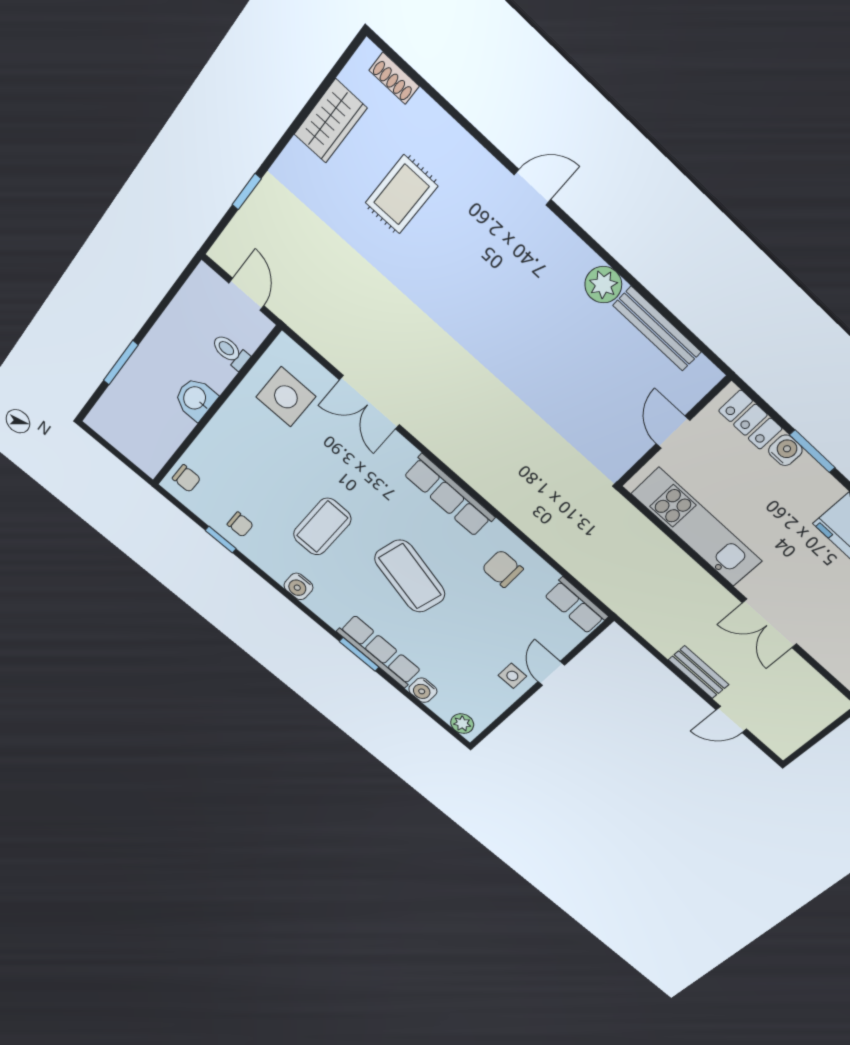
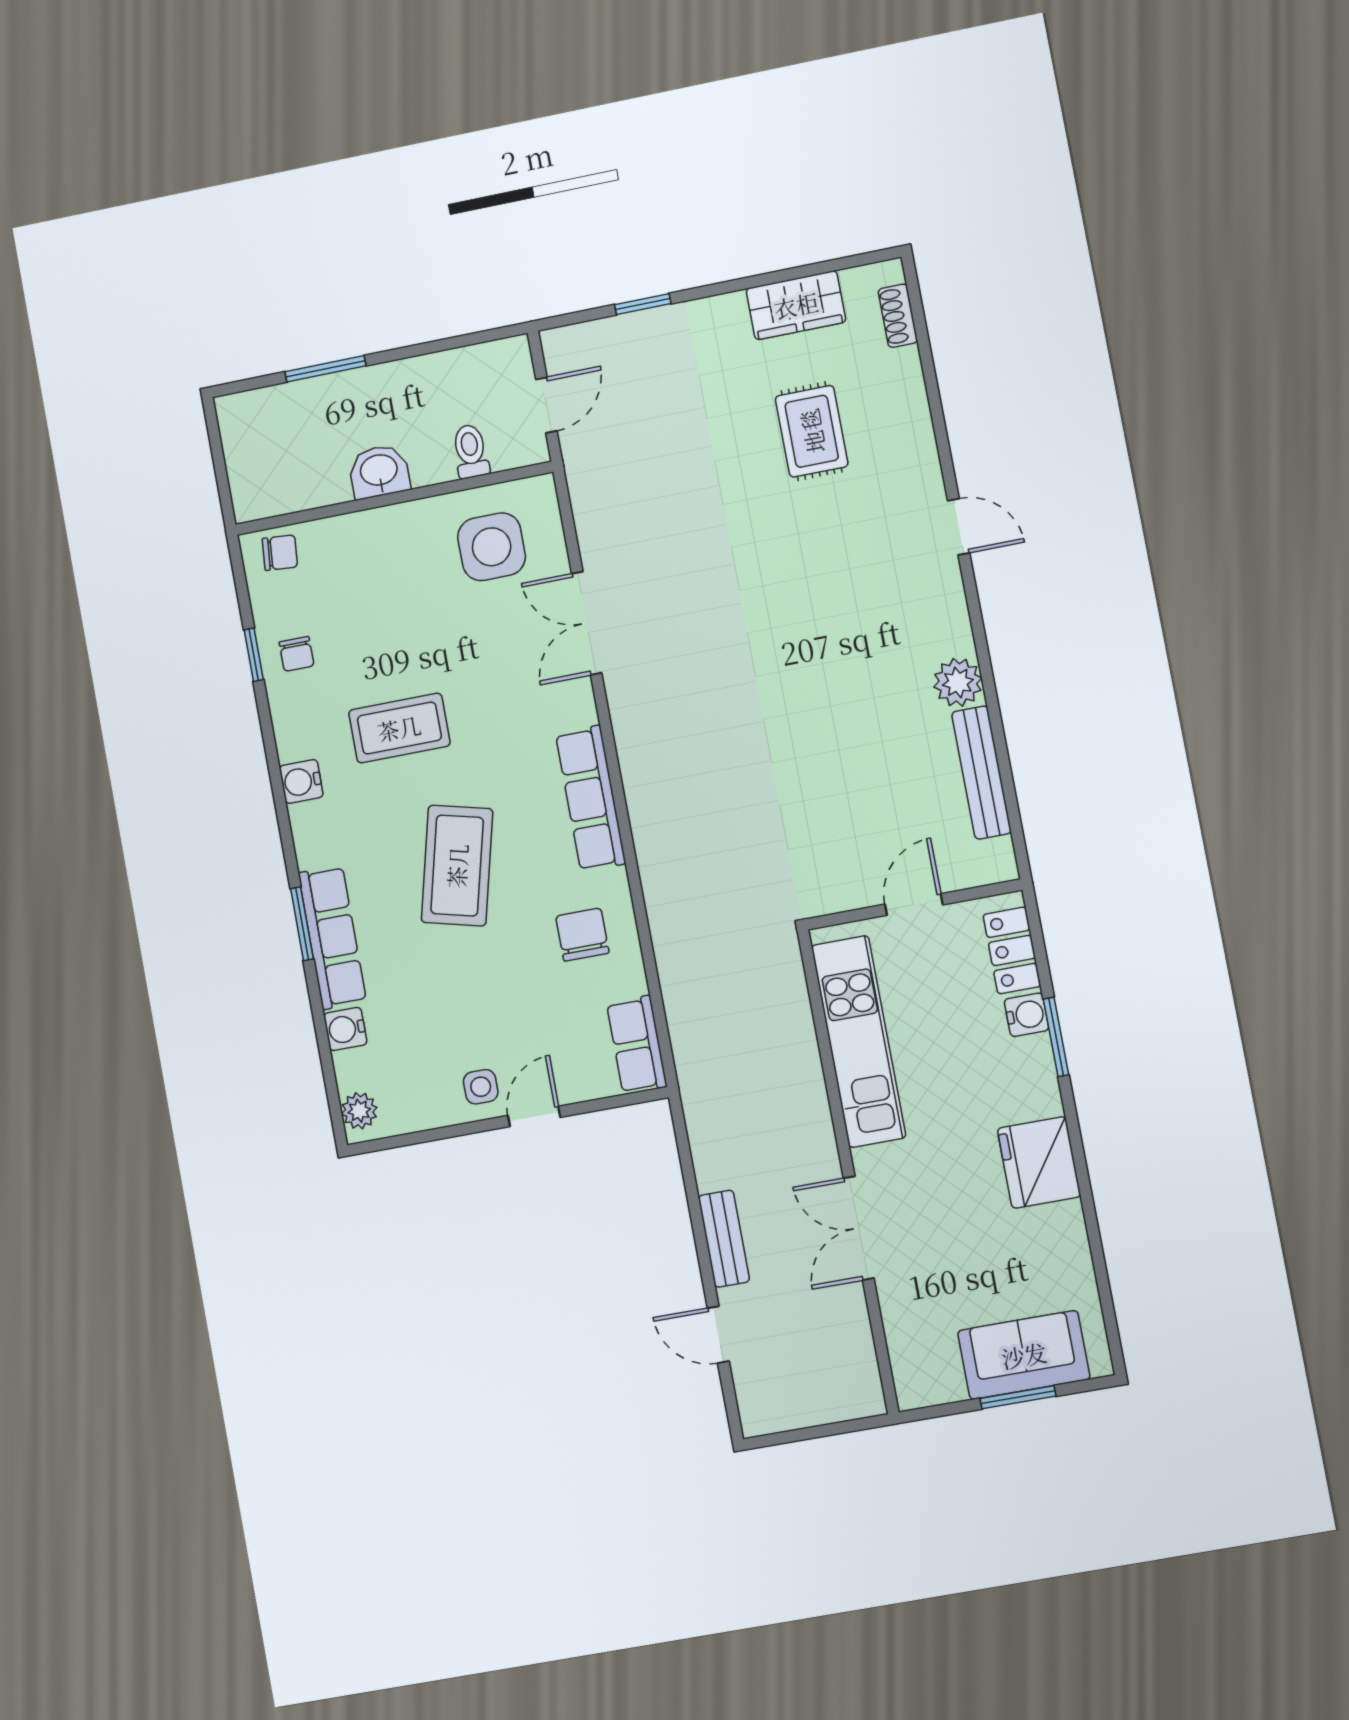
rug: (402, 194) -> (812, 431), turned 90
chair: (186, 478) -> (280, 553), turned -85

